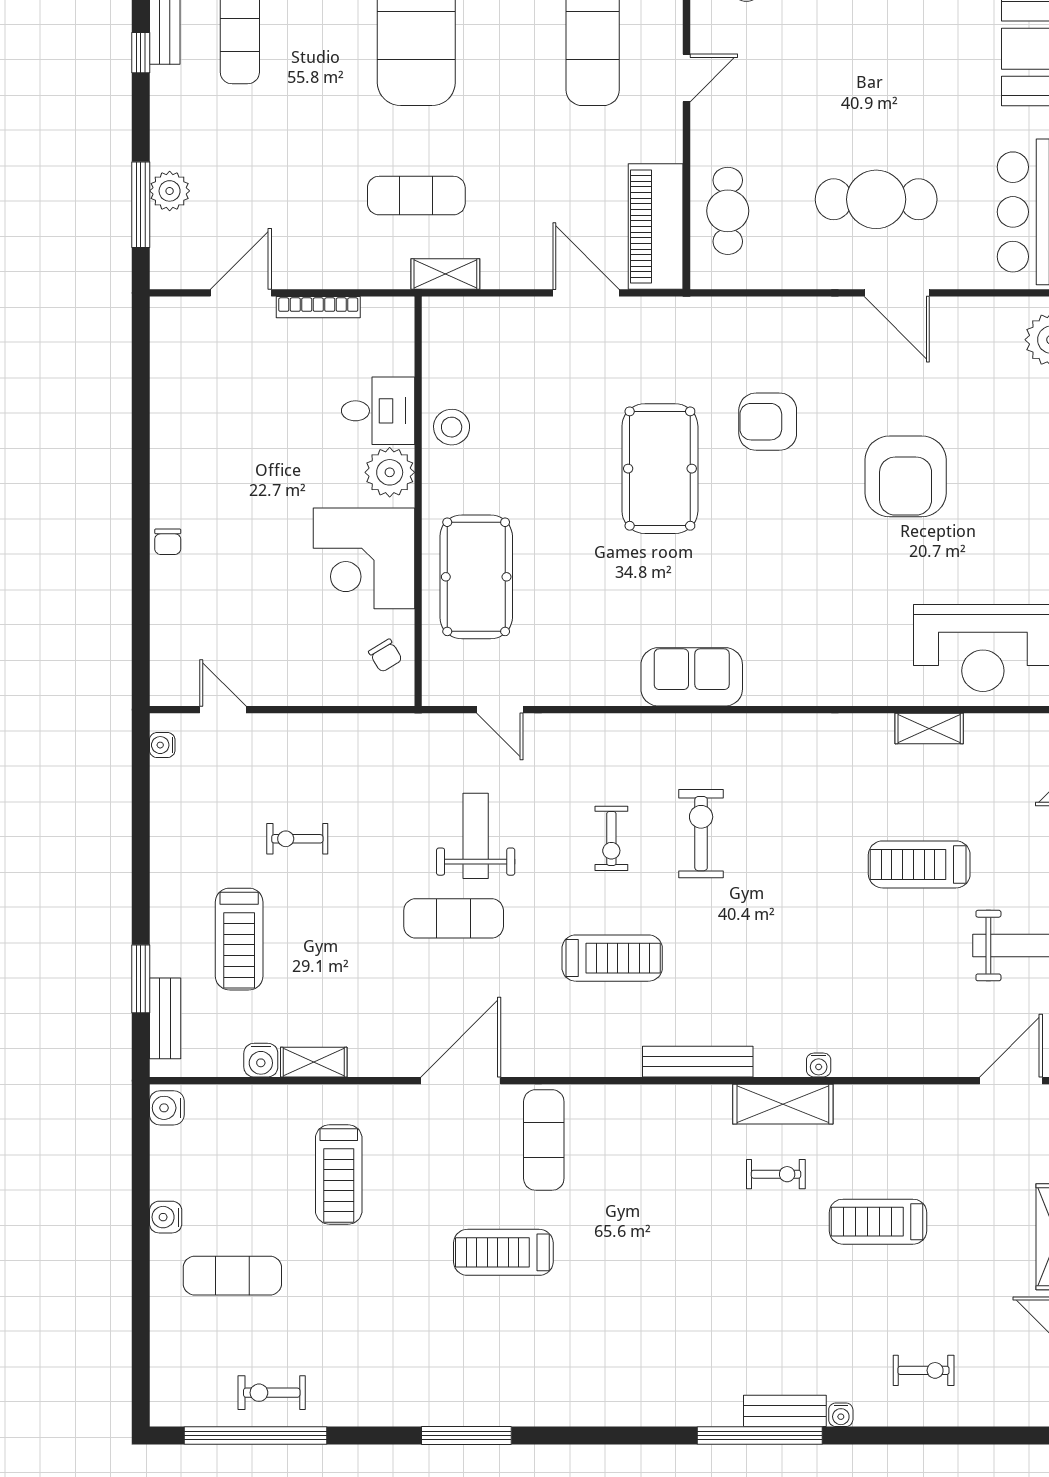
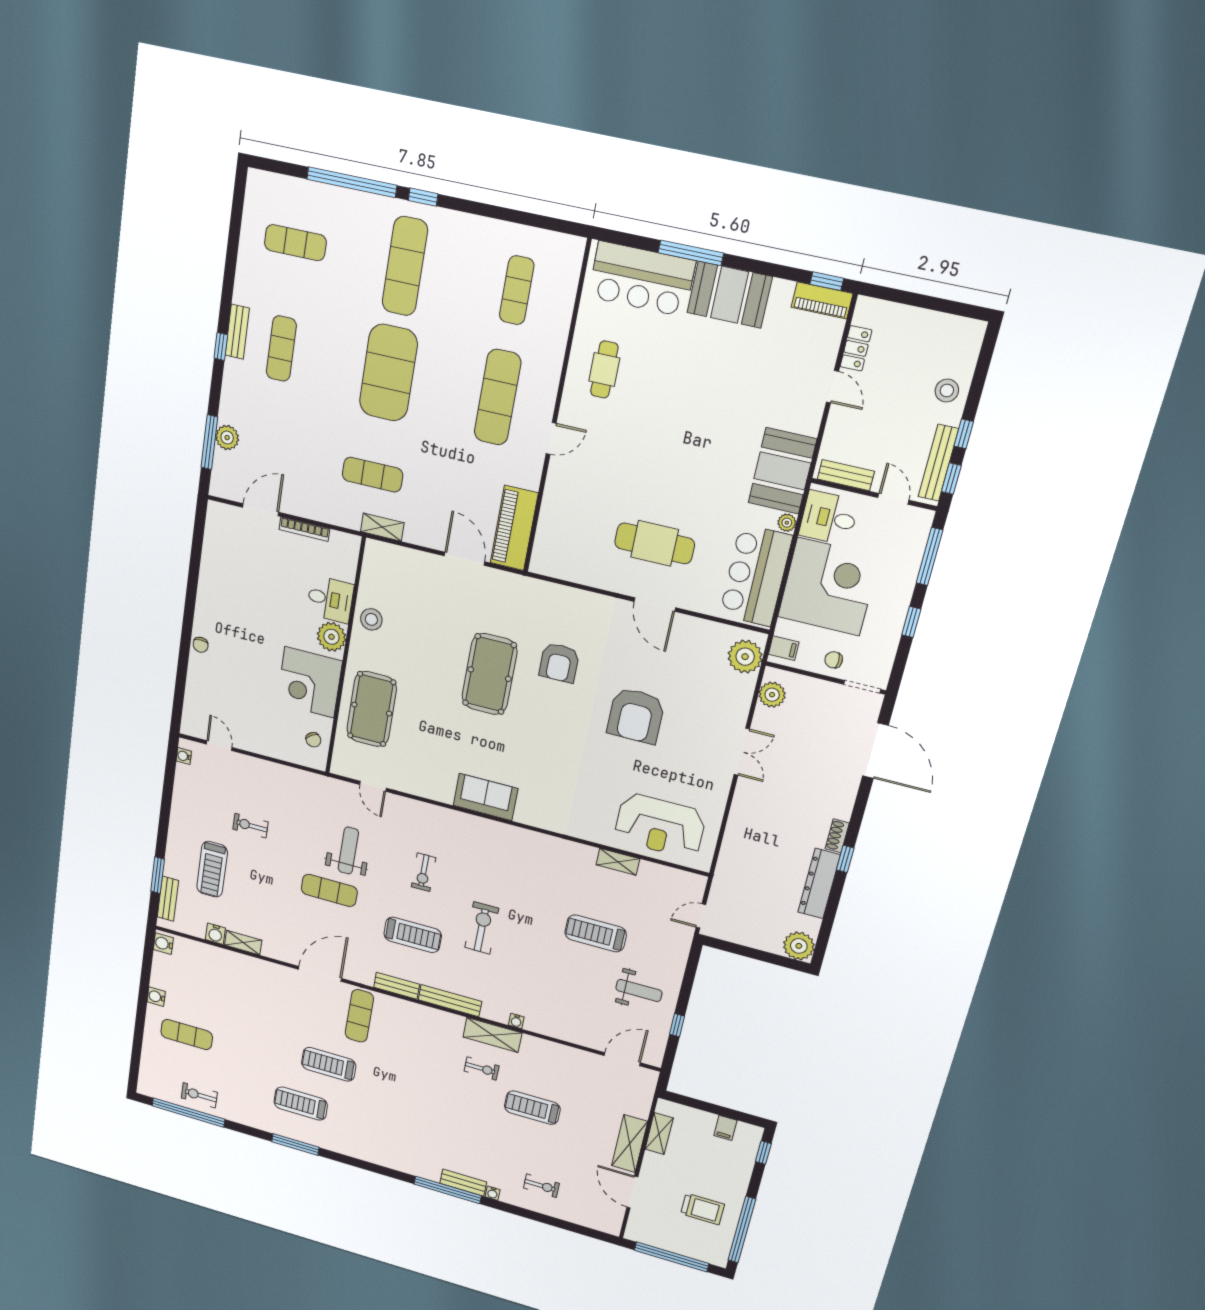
cafe table: (728, 211) -> (560, 529), removed
armchair: (768, 422) -> (559, 663), turned -90
exercise bike: (701, 834) -> (482, 928), moved
bench: (600, 1062) -> (397, 986), added
treadmill: (339, 1174) -> (301, 1104), moved, turned 90

